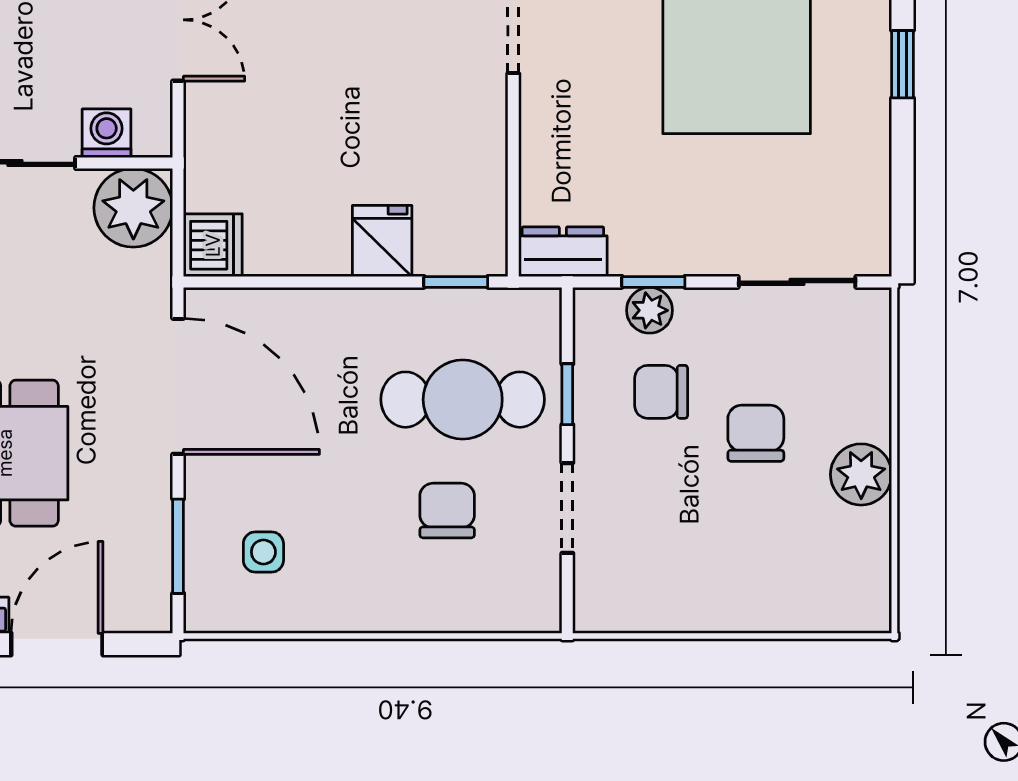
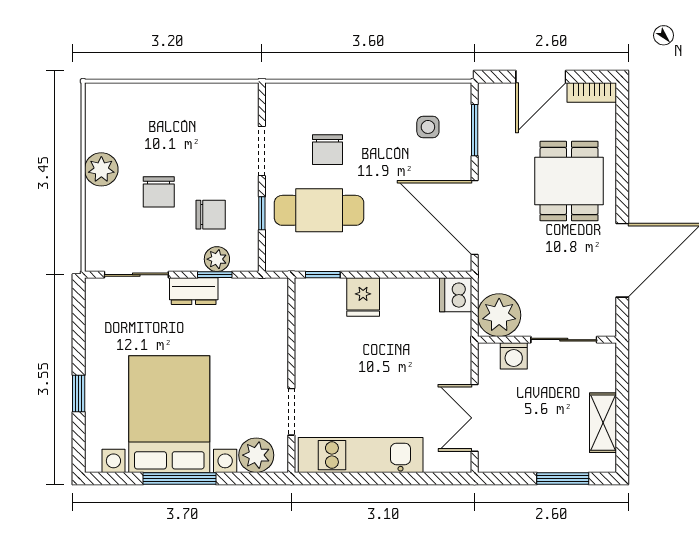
dresser: (563, 252) -> (194, 291), moved

